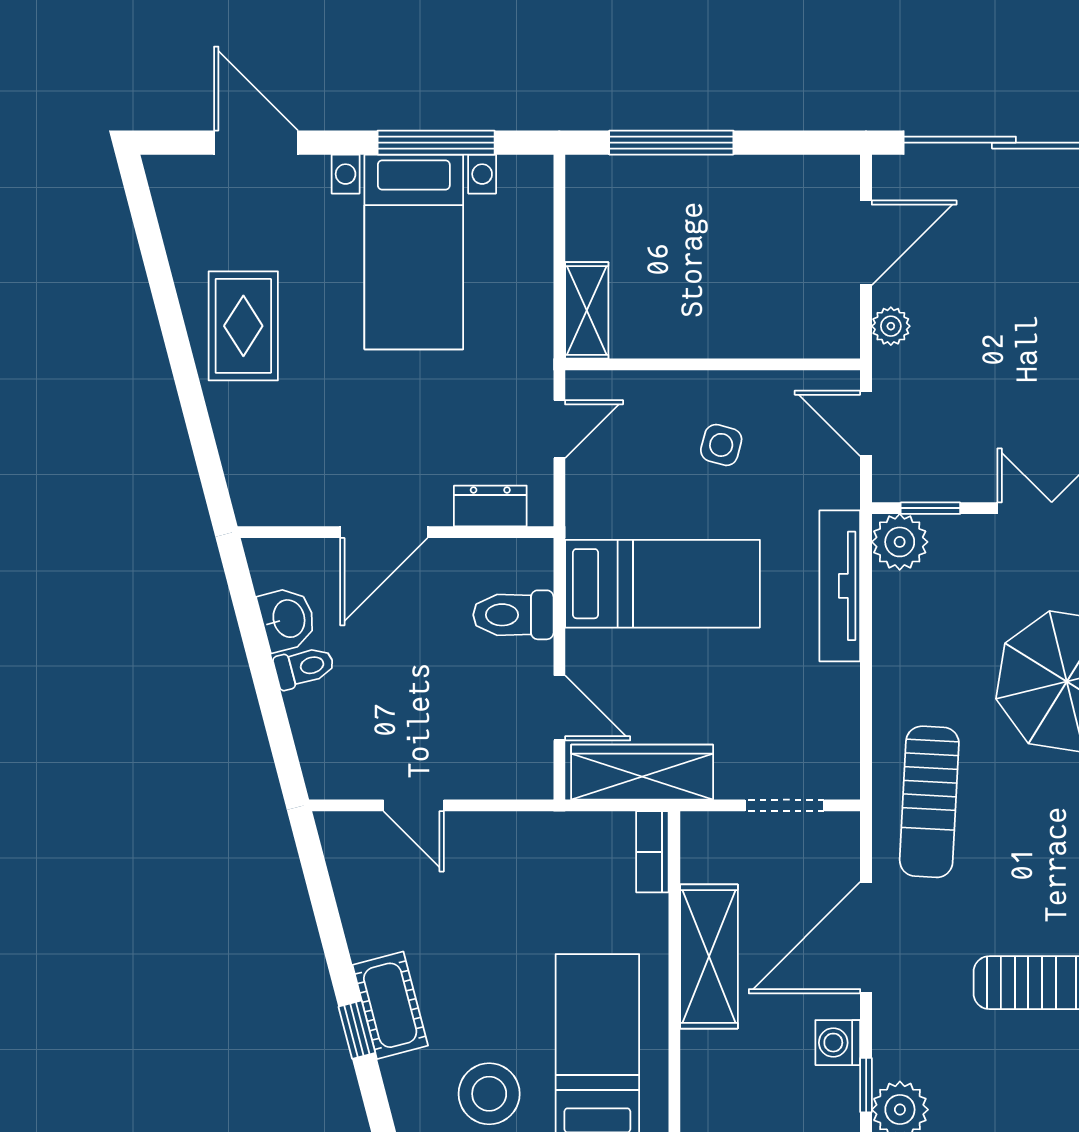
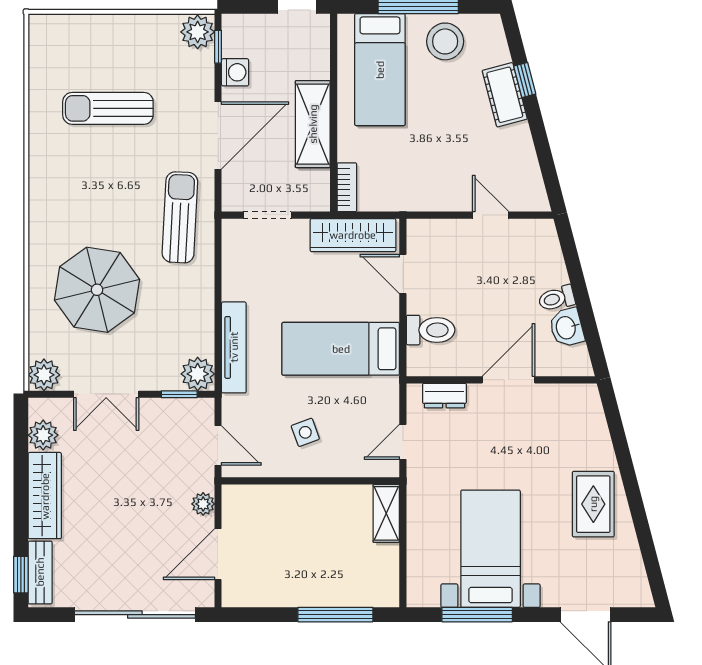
side table: (721, 445) -> (305, 432), turned -35

